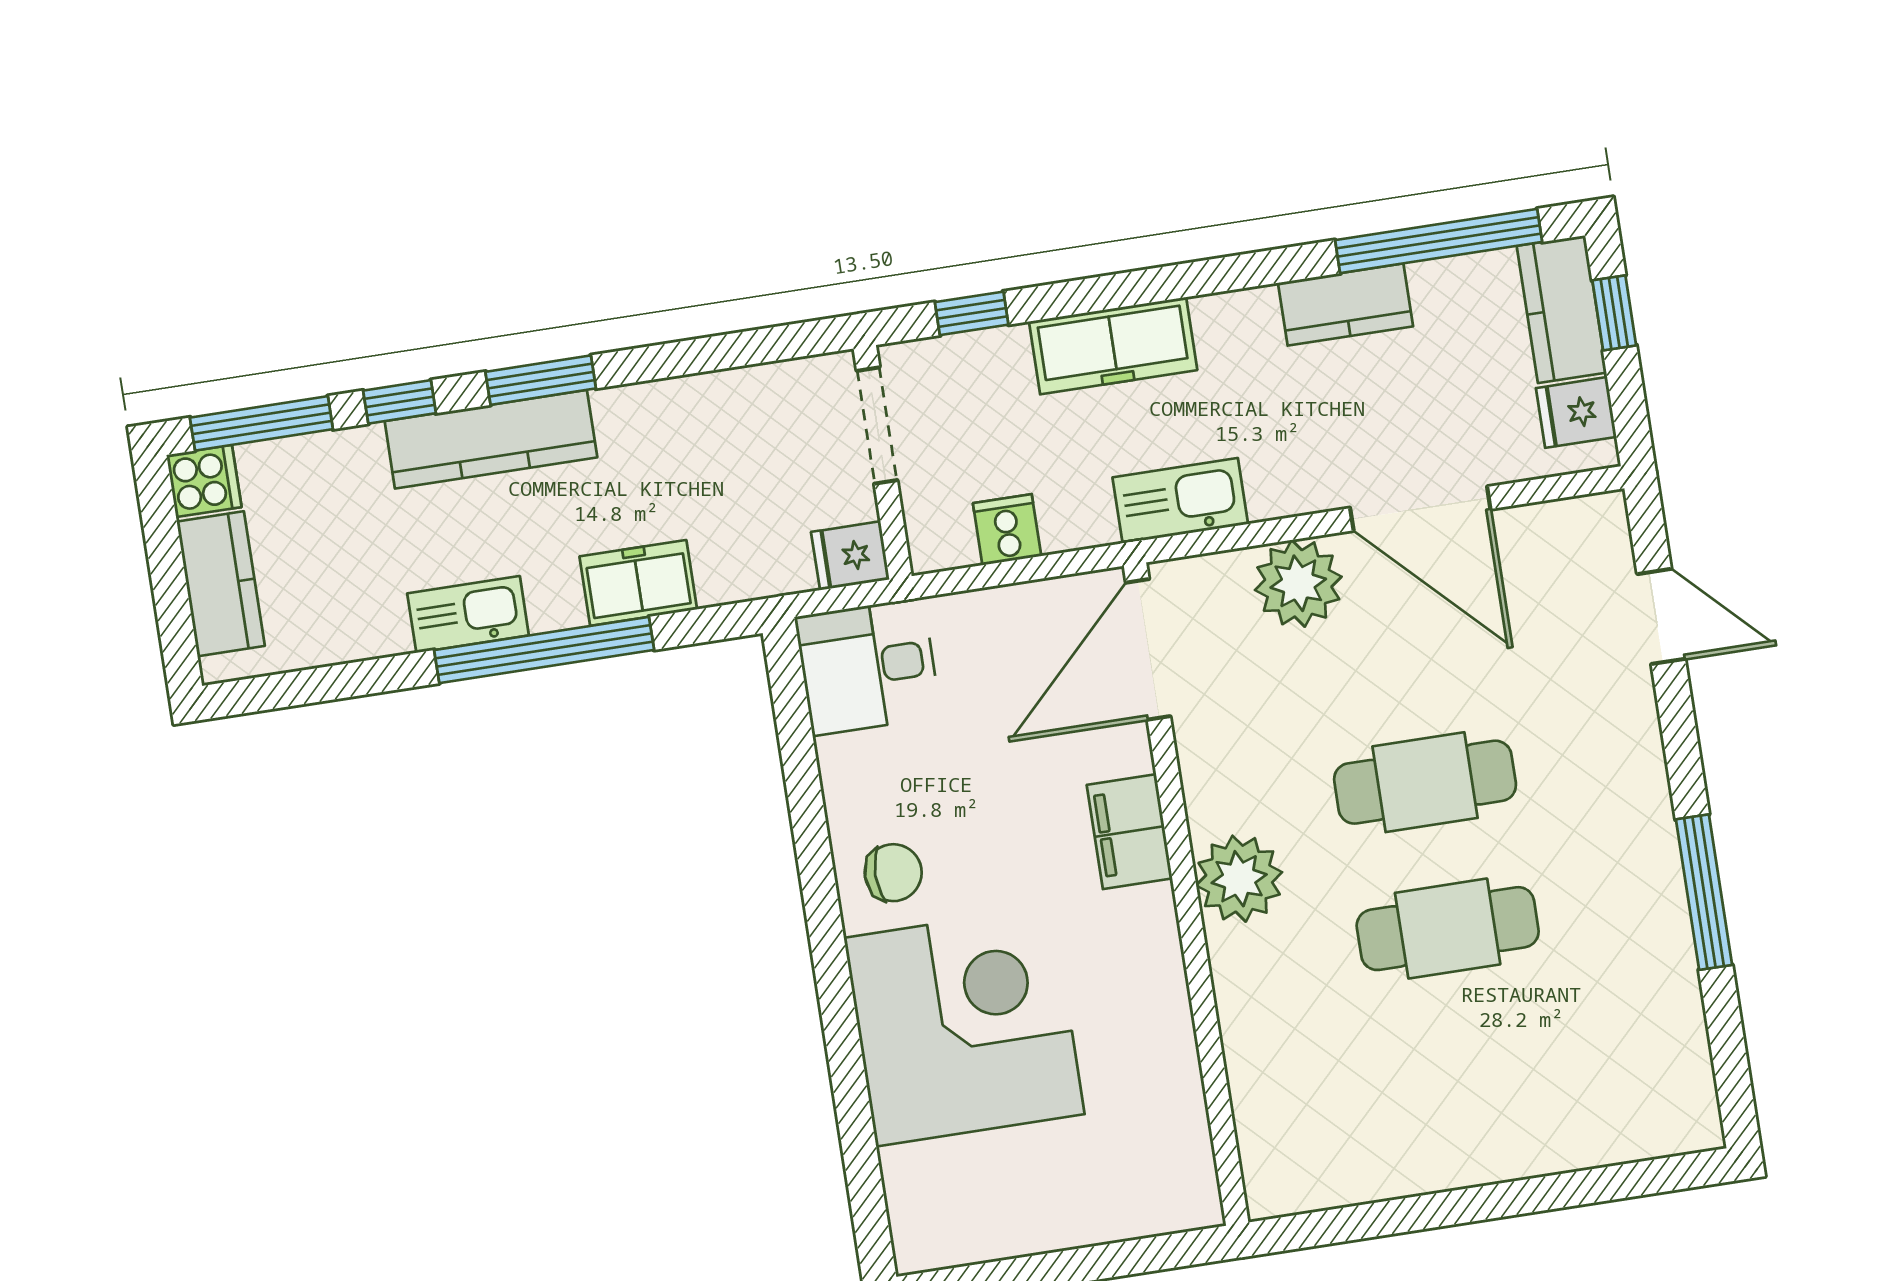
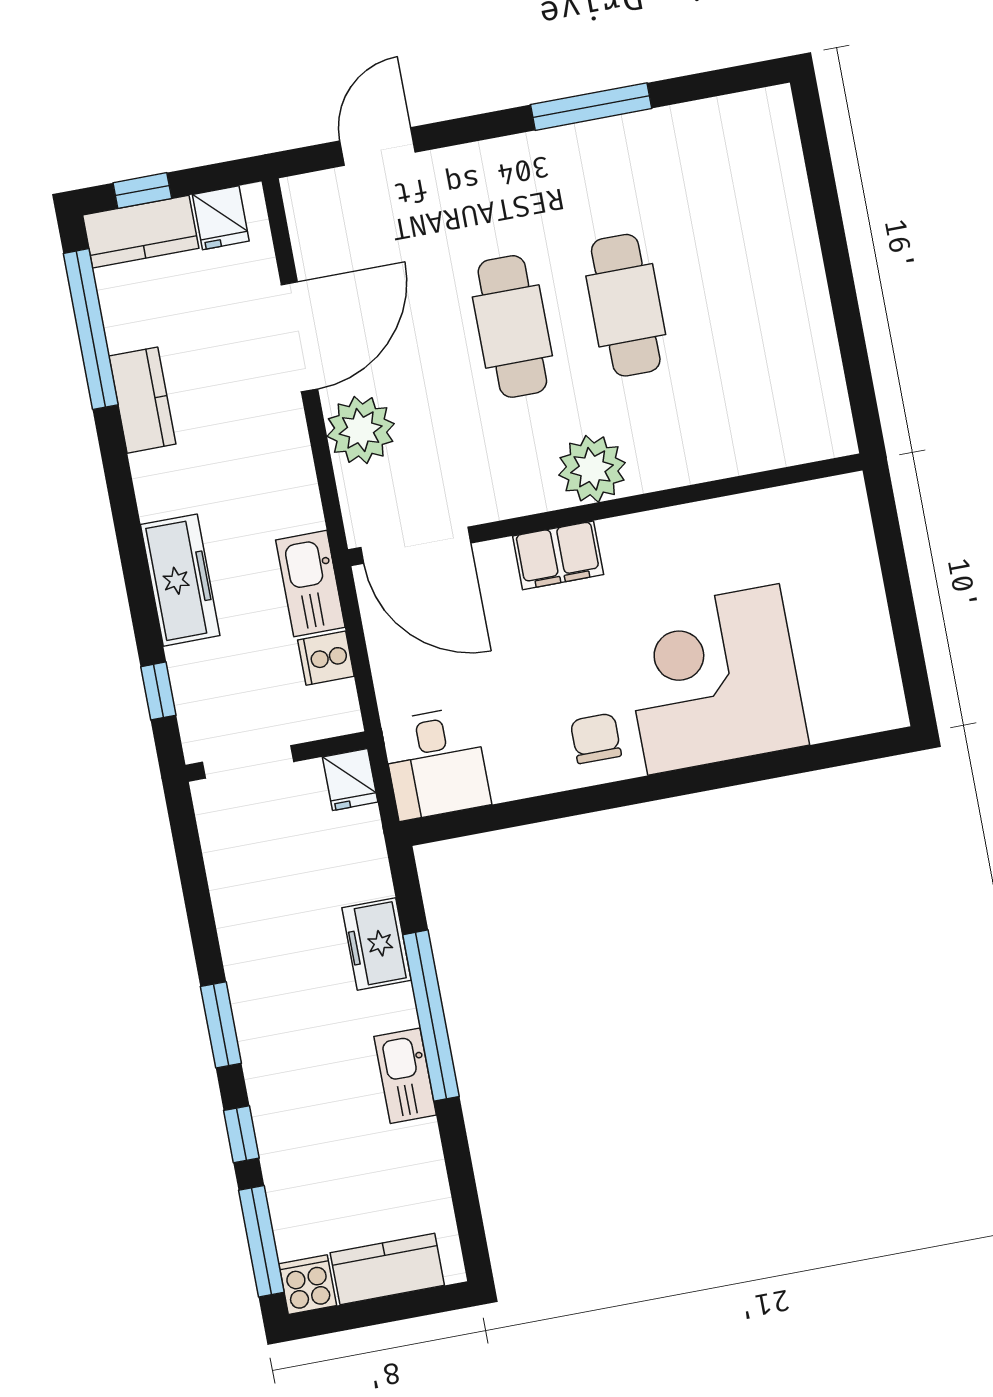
kitchen counter: (491, 439) -> (268, 1062), removed
kitchen sink: (1180, 501) -> (310, 584), moved

